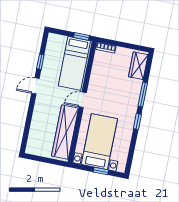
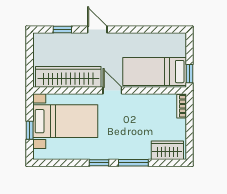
window: (40, 62) -> (62, 30), moved
door: (35, 86) -> (97, 30), moved

